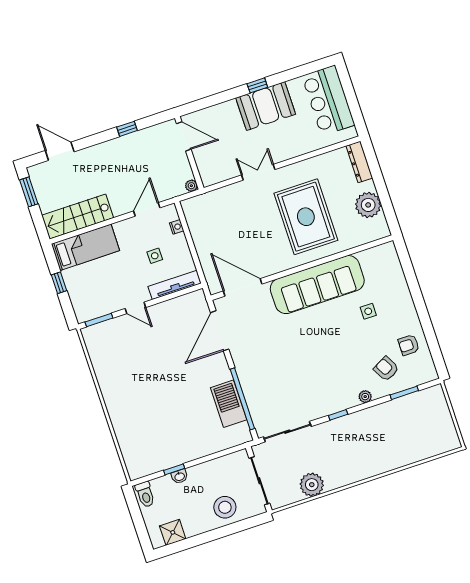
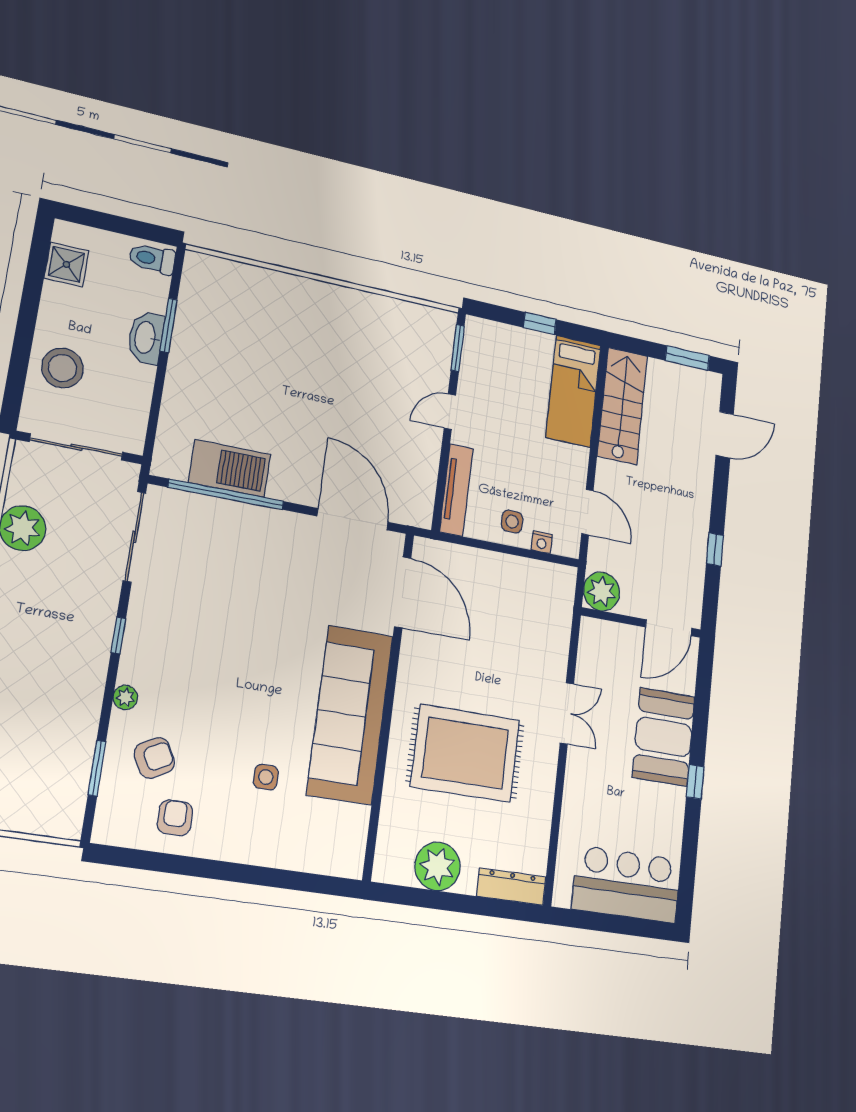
booth: (266, 106) -> (664, 737), moved
plant: (191, 186) -> (602, 591), width x1.87, depth x1.87
side table: (155, 256) -> (512, 521), moved
door: (243, 287) -> (403, 592), hinge flipped
window: (174, 469) -> (169, 325), width x1.50
washbasin: (180, 476) -> (146, 338), width x1.91, depth x1.45

